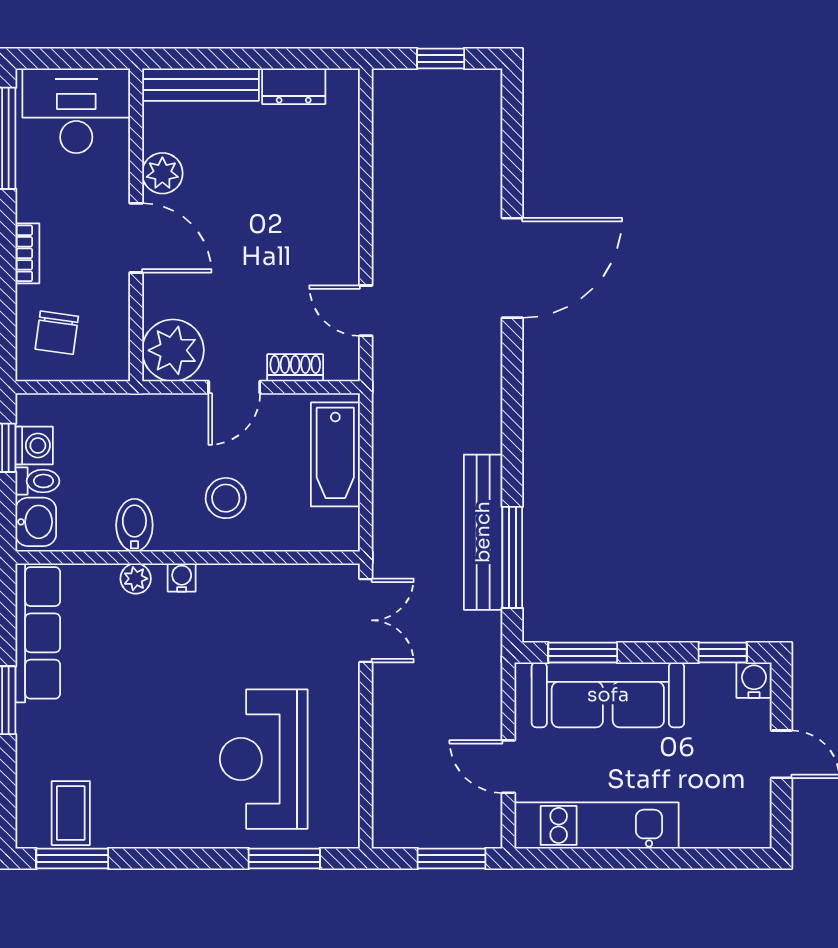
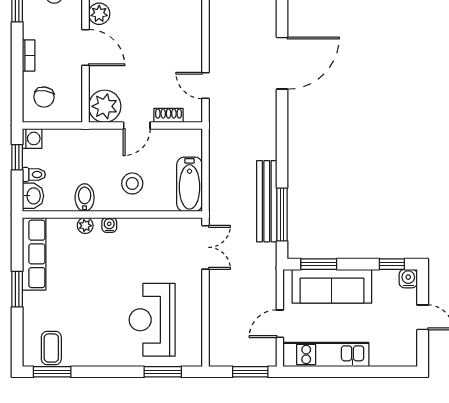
washing machine: (34, 445) -> (32, 138), moved
bathtub: (335, 454) -> (190, 184), moved
door: (508, 767) -> (280, 324), hinge flipped

